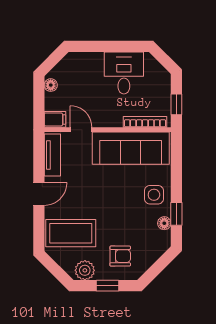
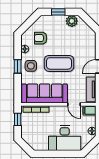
desk: (124, 73) -> (65, 138), moved, width x1.37
window: (176, 214) -> (18, 66), moved
coffee table: (71, 233) -> (59, 63), moved
armchair: (120, 256) -> (41, 38), moved

